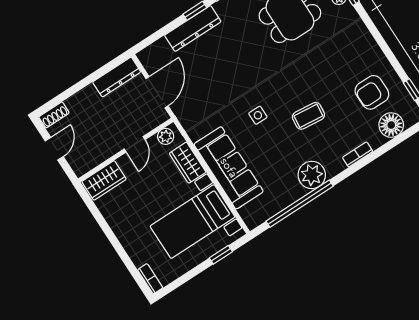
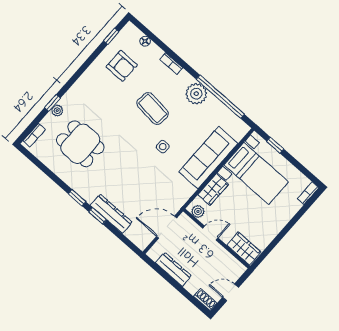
dresser: (117, 77) -> (173, 269), moved
coffee table: (308, 116) -> (153, 109), width x1.36, depth x1.30
floor lamp: (391, 125) -> (145, 41), width x0.53, depth x0.53

